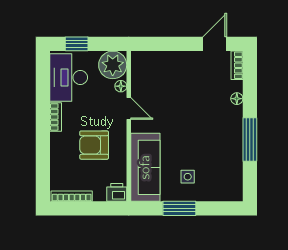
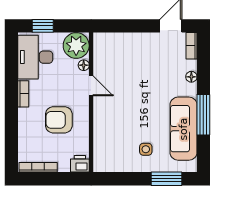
sofa: (145, 167) -> (183, 129), moved, turned 180
window: (179, 208) -> (167, 179), moved

